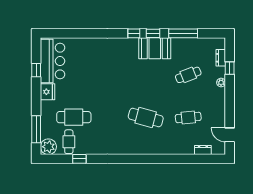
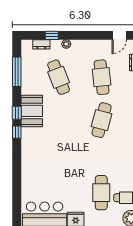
window: (183, 33) -> (17, 72), moved
cafe table: (188, 75) -> (59, 77), width x1.37, depth x1.35
cafe table: (188, 118) -> (102, 77), width x1.37, depth x1.35

